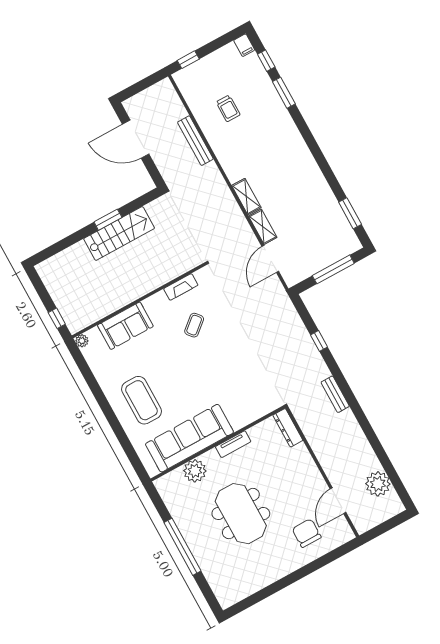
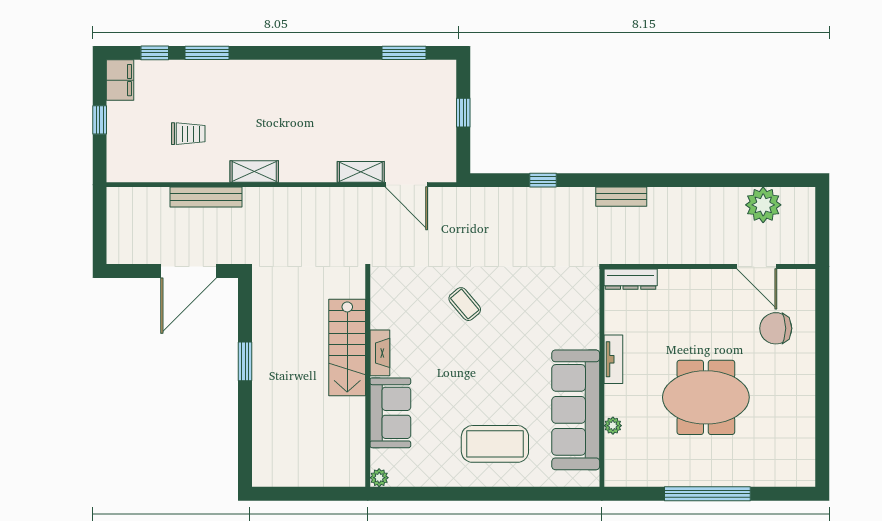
filing cabinet: (244, 45) -> (120, 80), width x2.00
window: (188, 60) -> (100, 120), moved
door: (136, 139) -> (189, 271), moved
shelving: (246, 197) -> (254, 172), moved
stairs: (119, 234) -> (347, 348), moved, turned 180
window: (333, 269) -> (463, 113), width x0.46
fireplace: (181, 287) -> (380, 353), moved
window: (57, 318) -> (334, 494), removed
coffee table: (194, 325) -> (465, 304), moved
plant: (195, 471) -> (613, 426), width x0.53, depth x0.53

